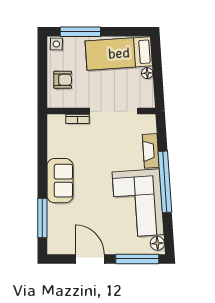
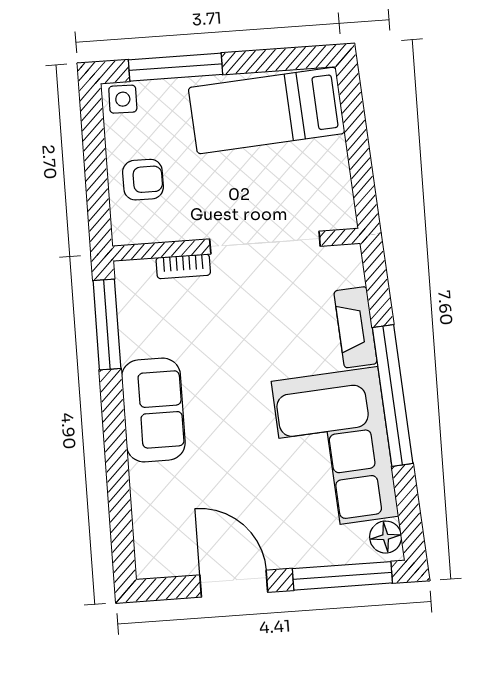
floor lamp: (147, 73) -> (335, 151), removed
window: (42, 218) -> (107, 324), moved

